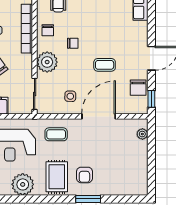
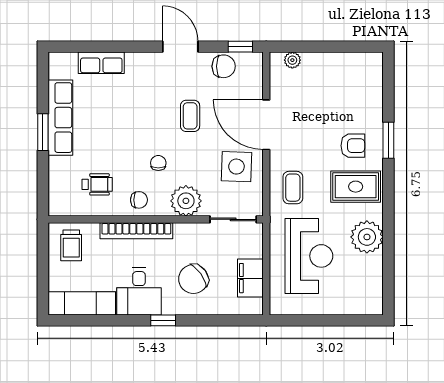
side table: (70, 96) -> (236, 167), width x1.87, depth x1.87

